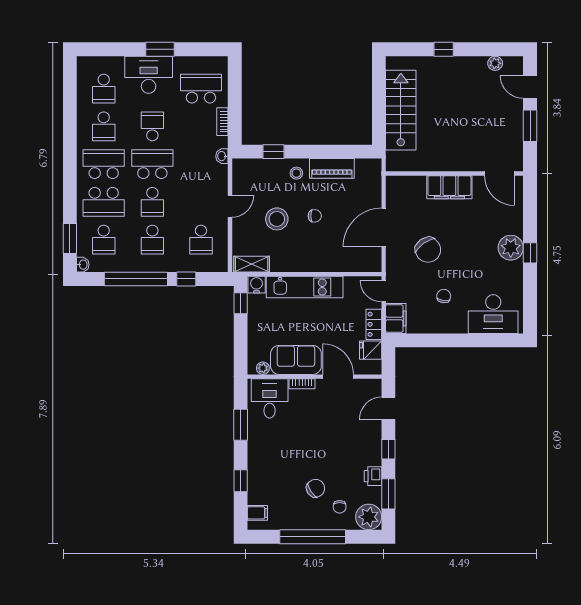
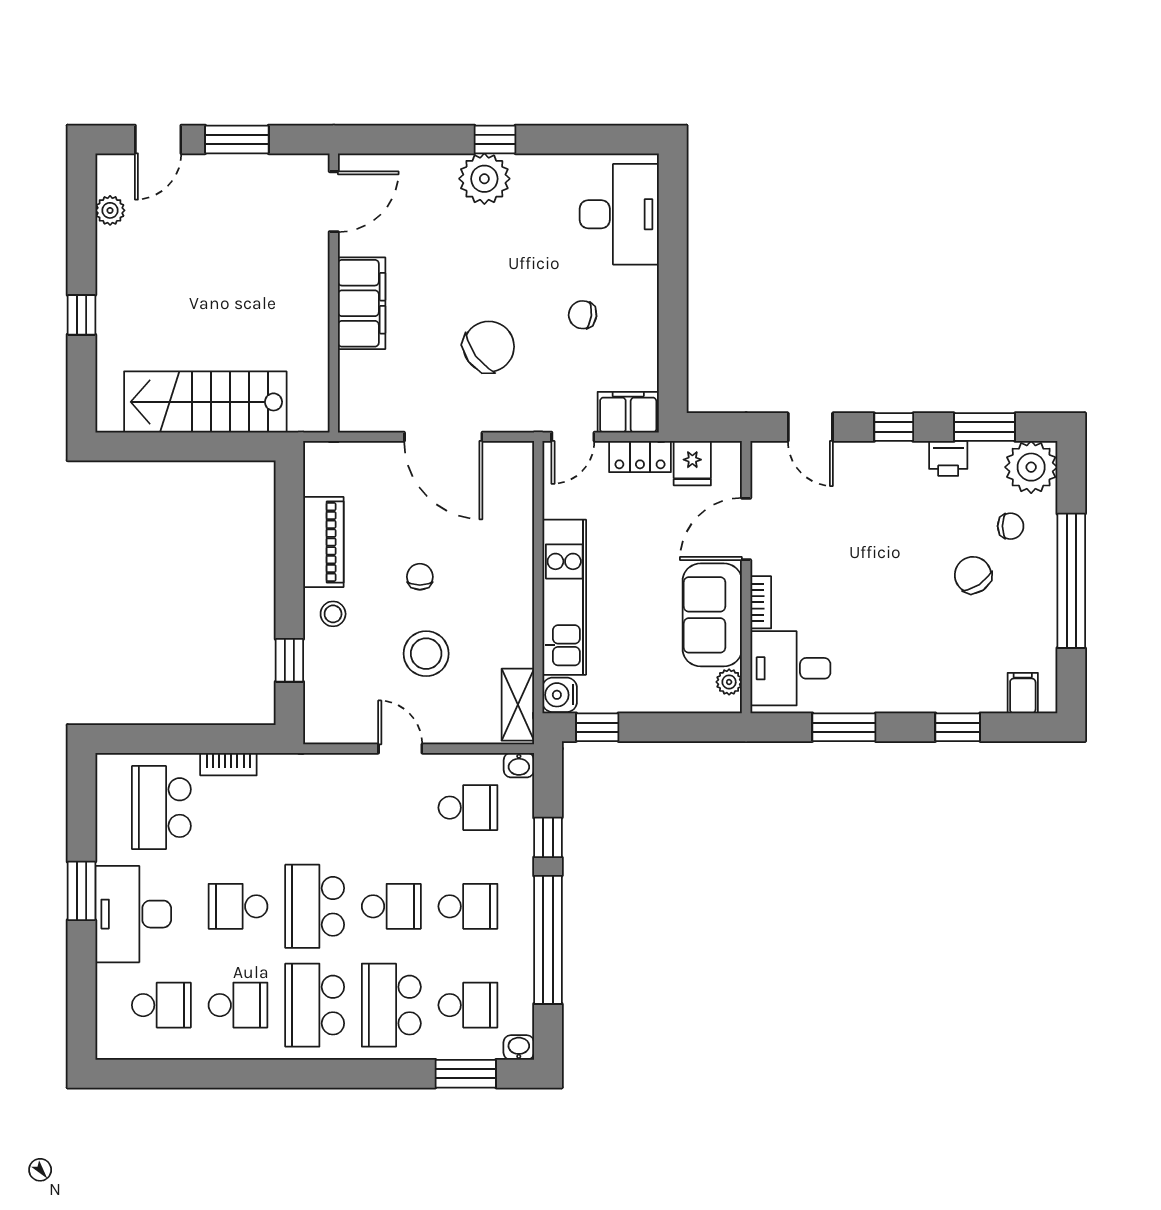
washbasin: (222, 156) -> (519, 765), moved
school desk: (104, 202) -> (391, 1005), turned 180

